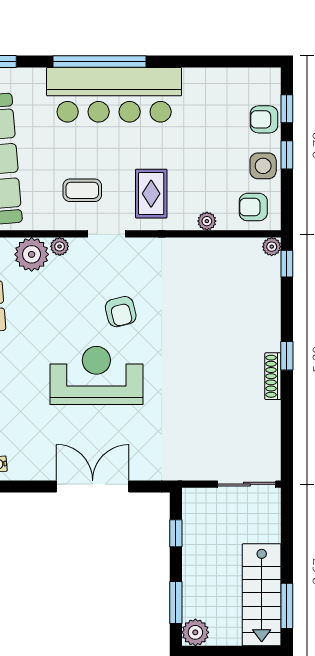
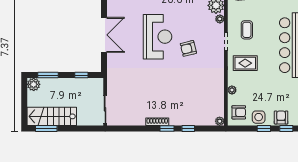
armchair: (253, 207) -> (239, 112), turned 90
window: (287, 264) -> (188, 129), moved

